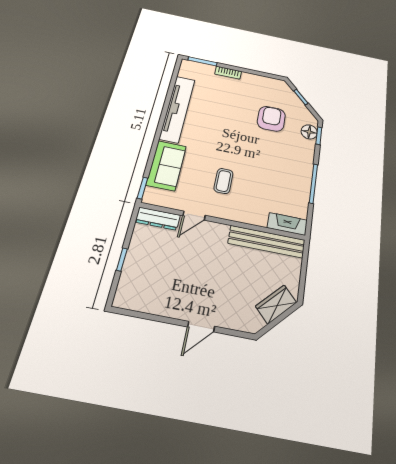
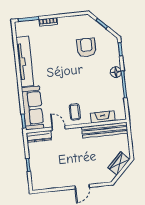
floor lamp: (309, 132) -> (116, 72), moved
sofa: (166, 165) -> (33, 108), width x1.36
coffee table: (223, 181) -> (75, 112), moved
door: (194, 216) -> (59, 128), swing flipped
fireplace: (287, 224) -> (103, 117), moved

